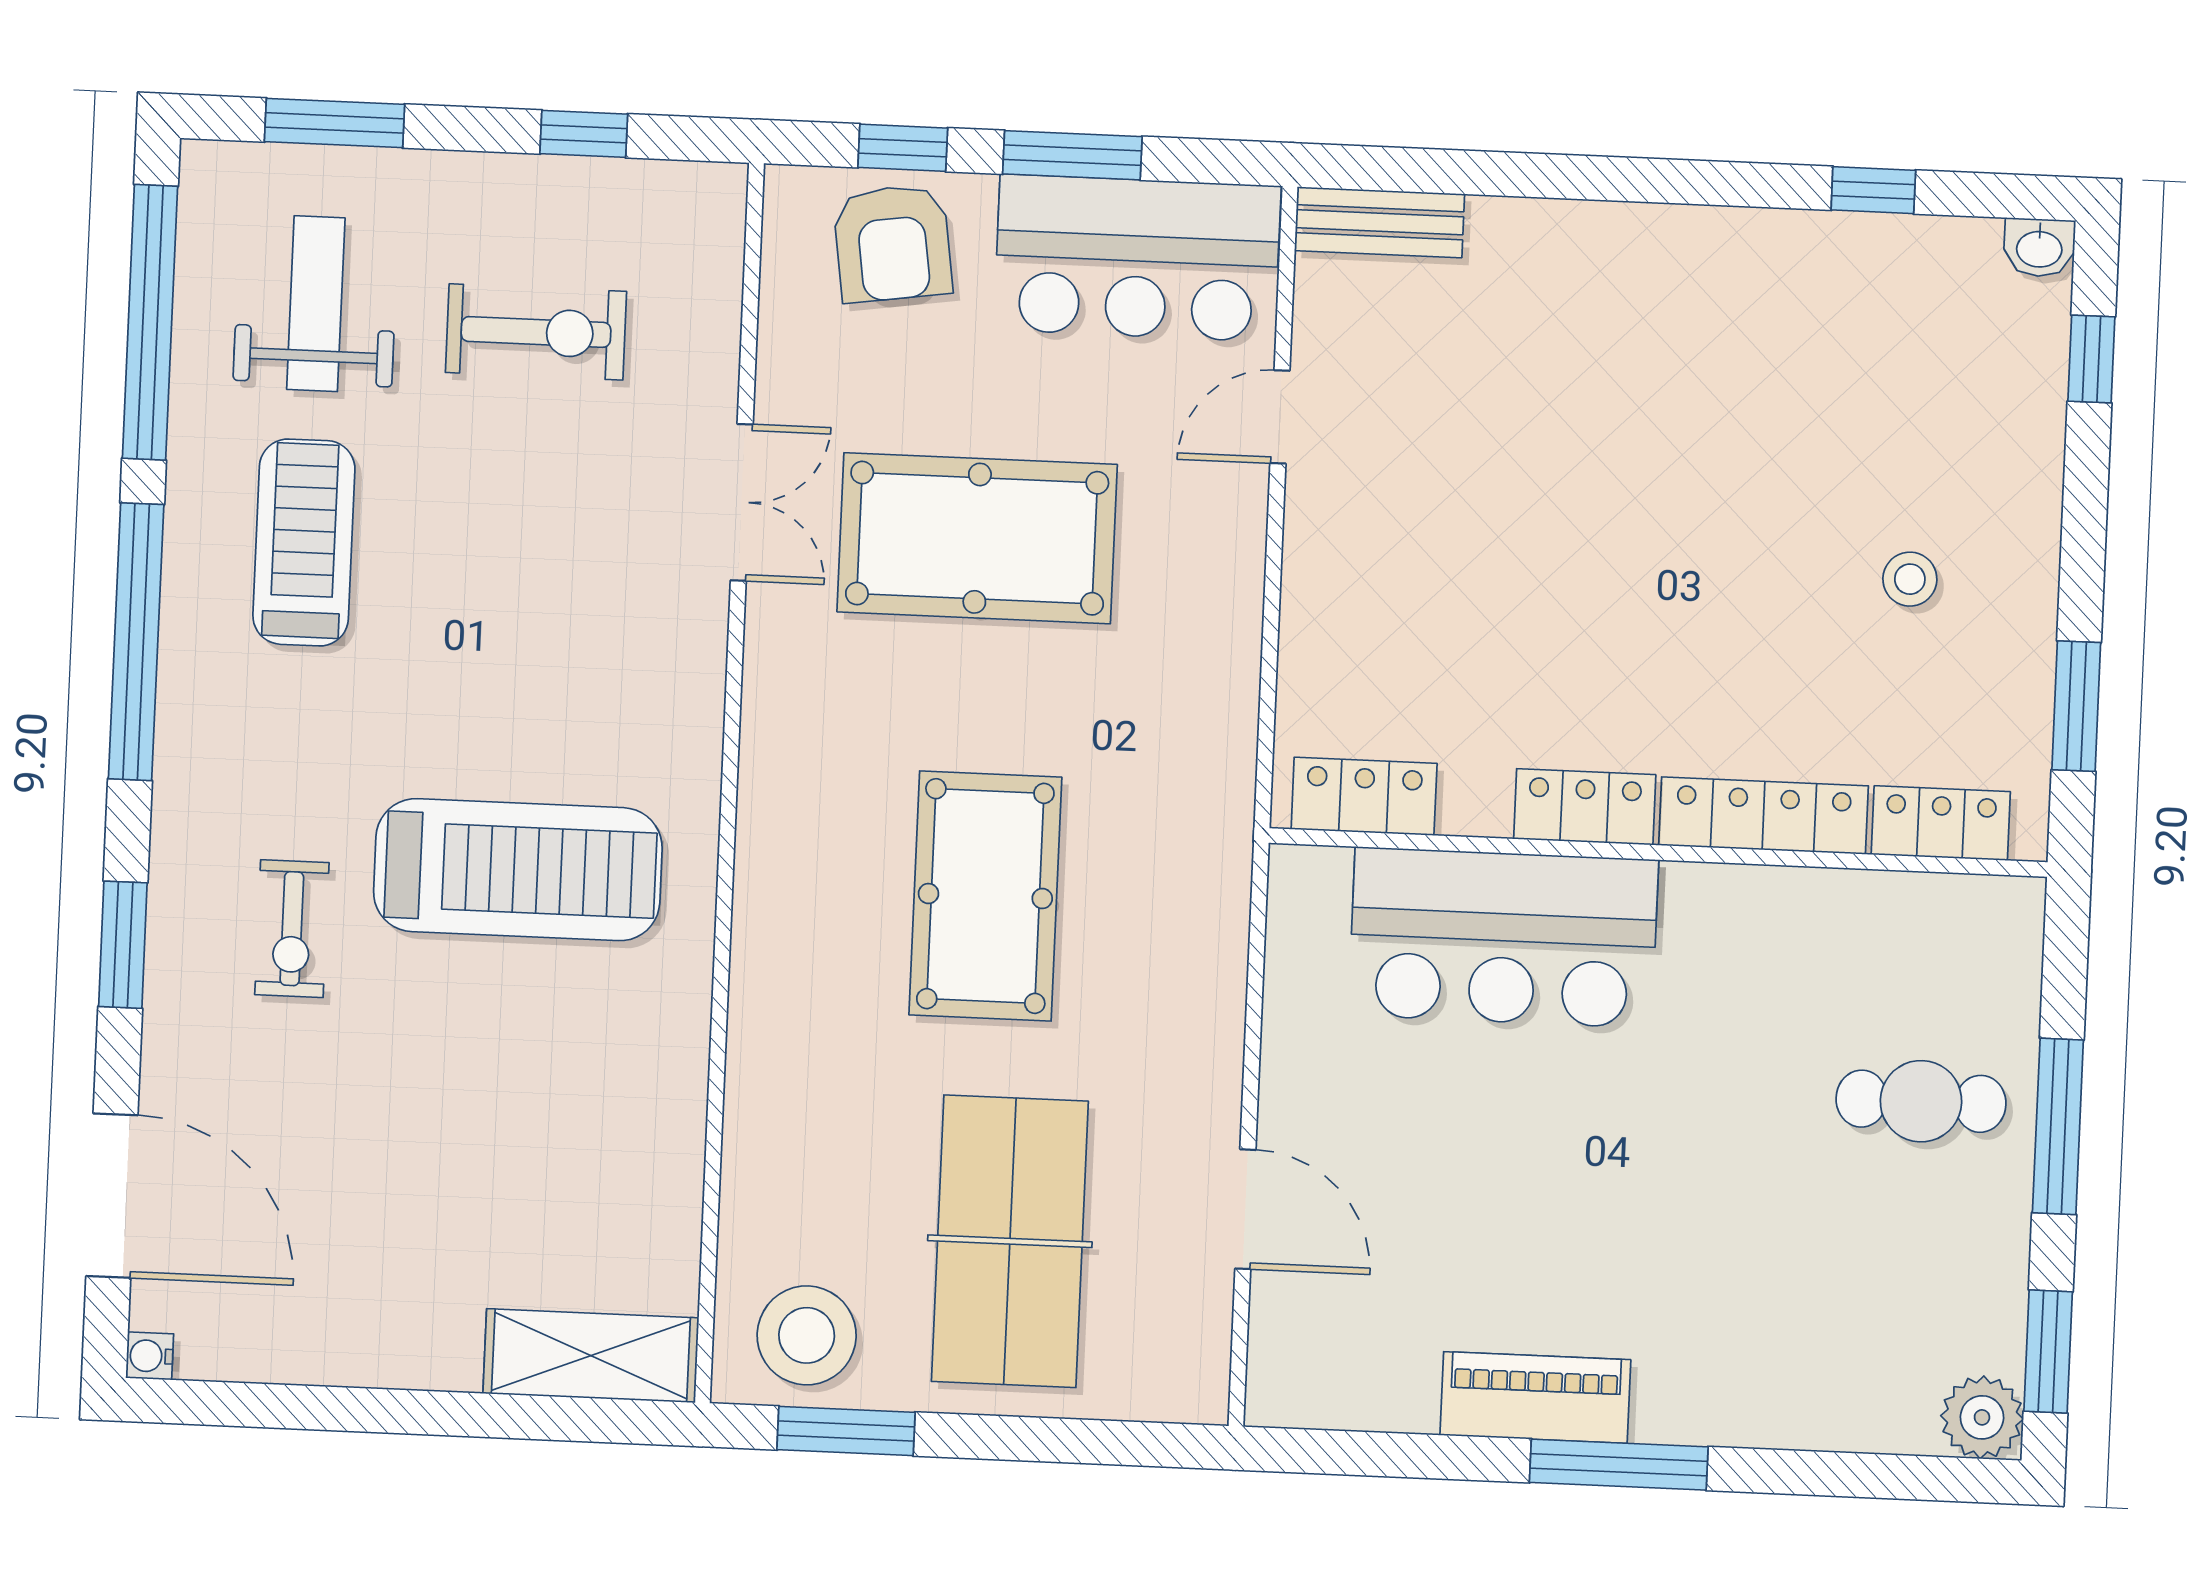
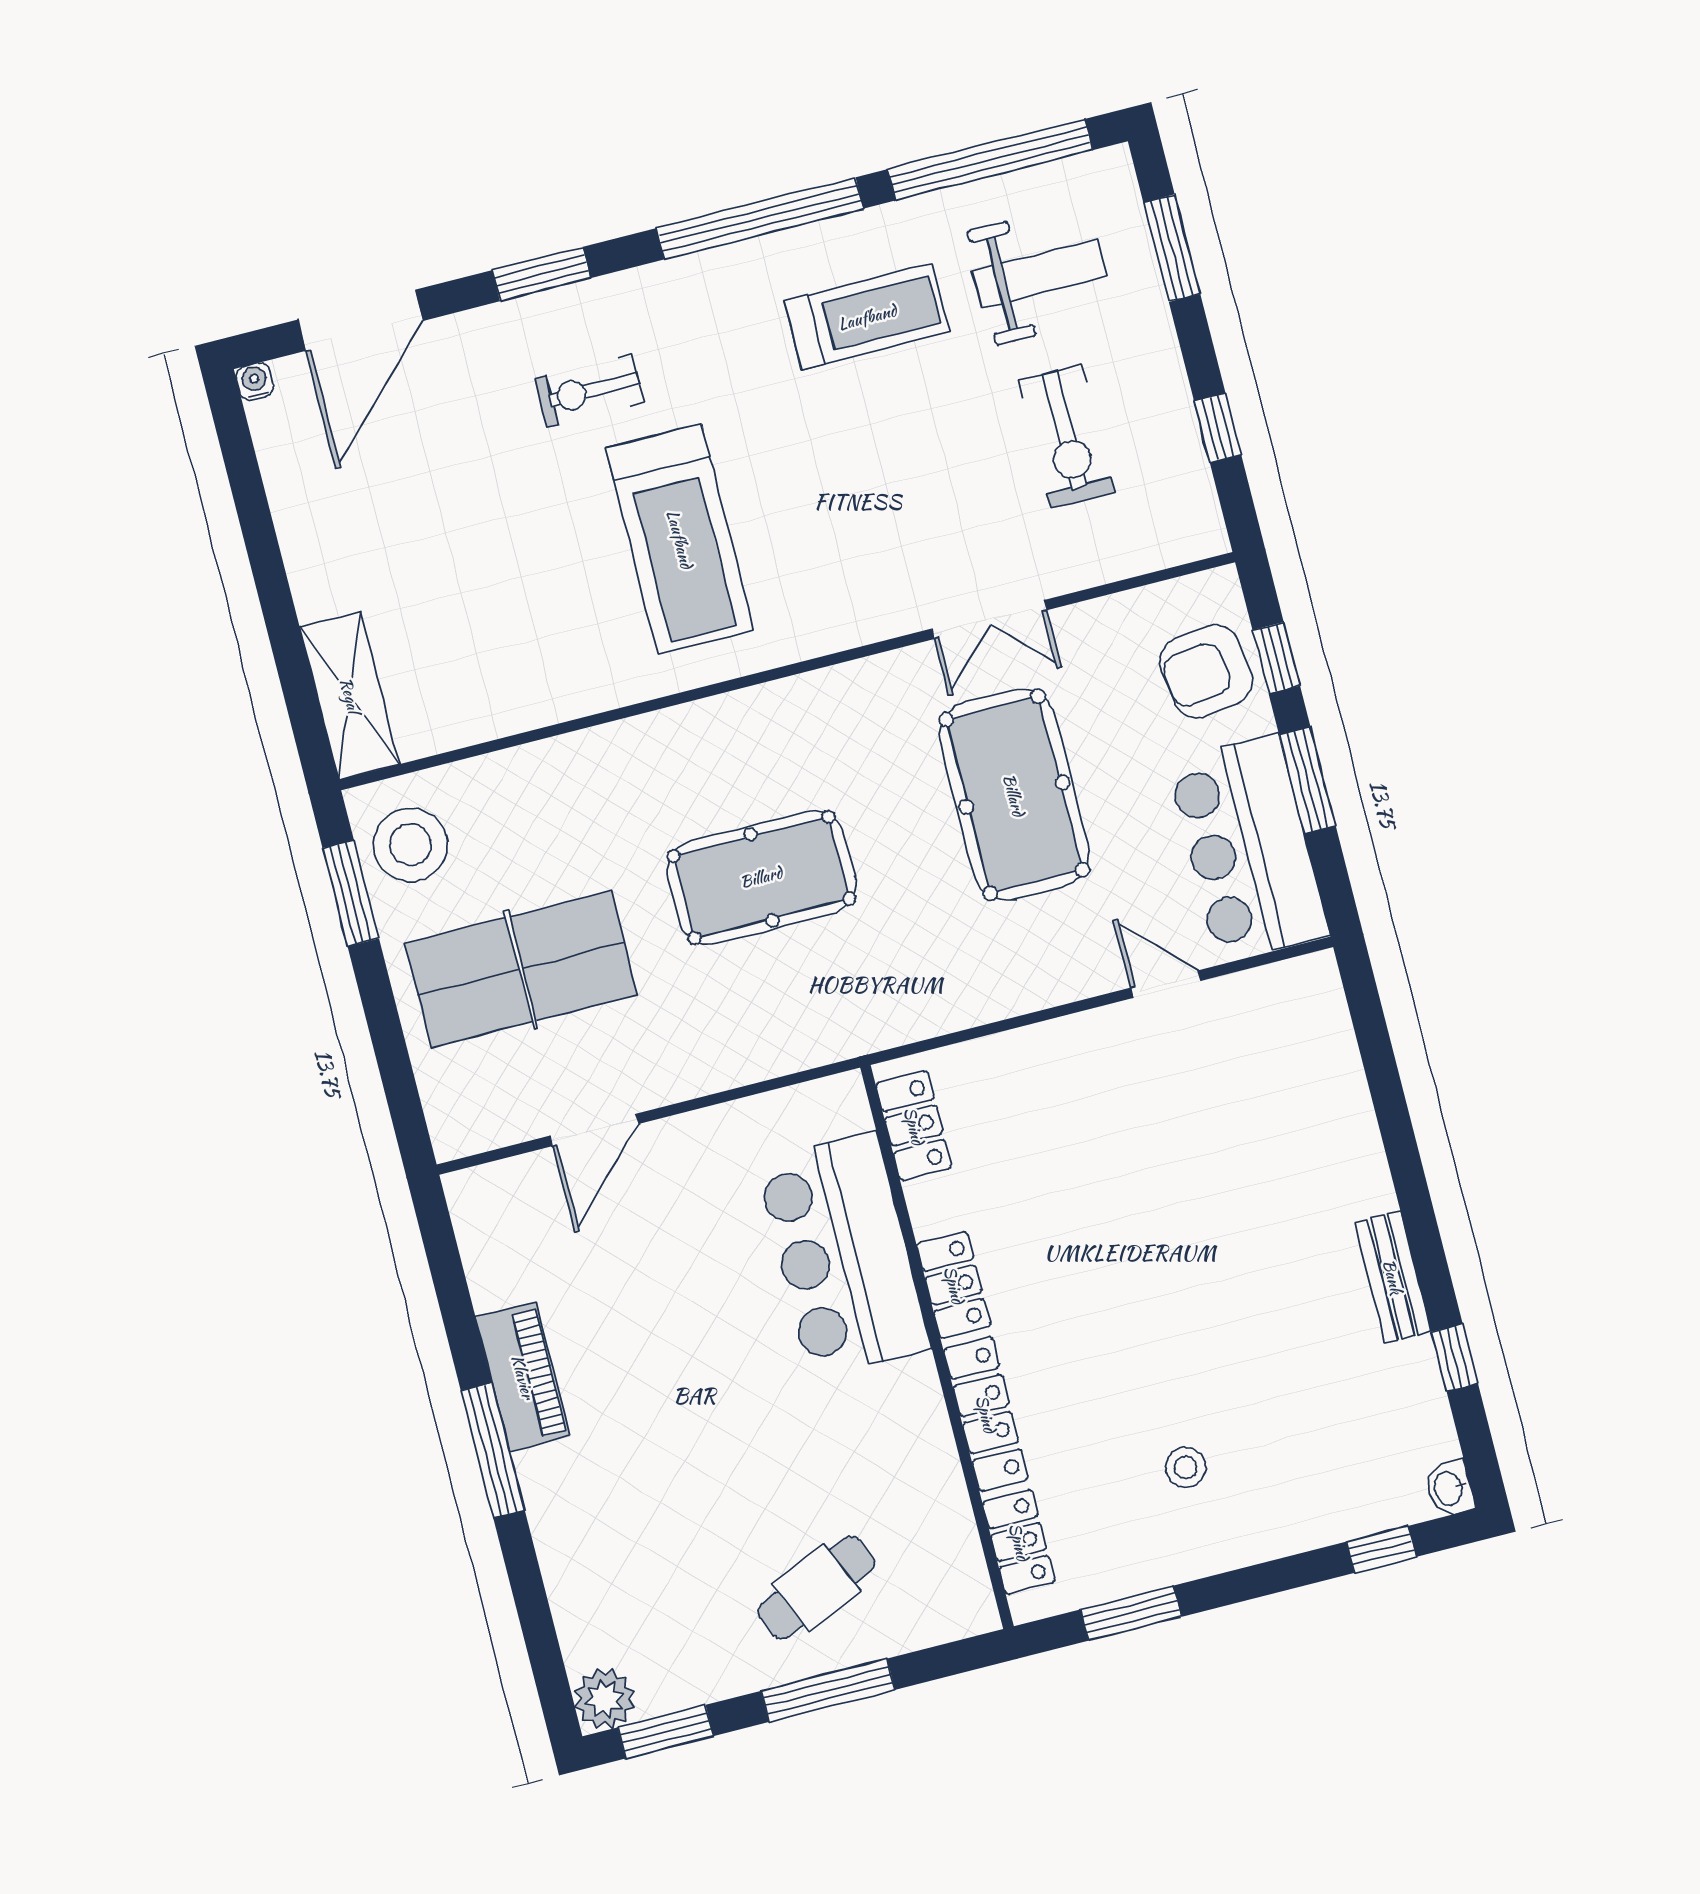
bench: (1379, 222) -> (1393, 1277), moved
cafe table: (1921, 1101) -> (816, 1587), turned 66

